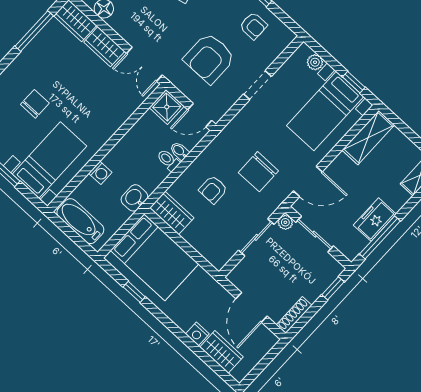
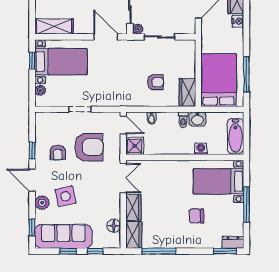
armchair: (253, 26) -> (58, 152), moved, turned 180
toilet: (168, 160) -> (183, 120), moved
chair: (258, 172) -> (124, 67), removed
window: (134, 292) -> (246, 74), width x2.17

